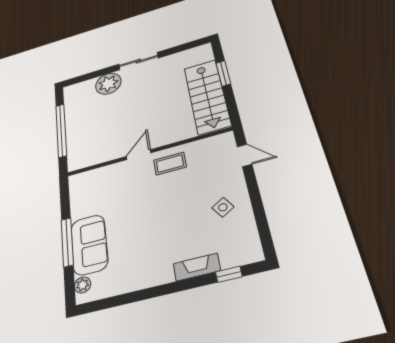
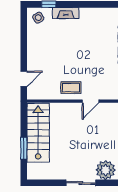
door: (244, 155) -> (24, 79), swing flipped
side table: (223, 207) -> (38, 18), moved

